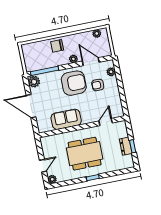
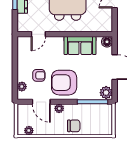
floor lamp: (42, 128) -> (107, 42), added

